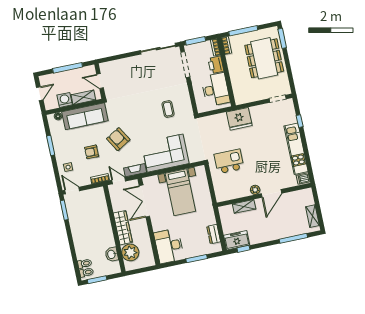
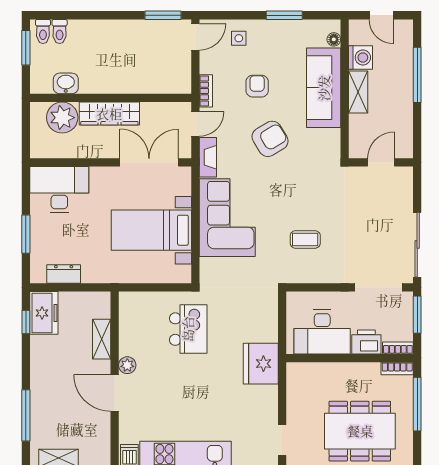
door: (100, 81) -> (381, 162), moved
wall: (100, 81) -> (381, 162), moved

